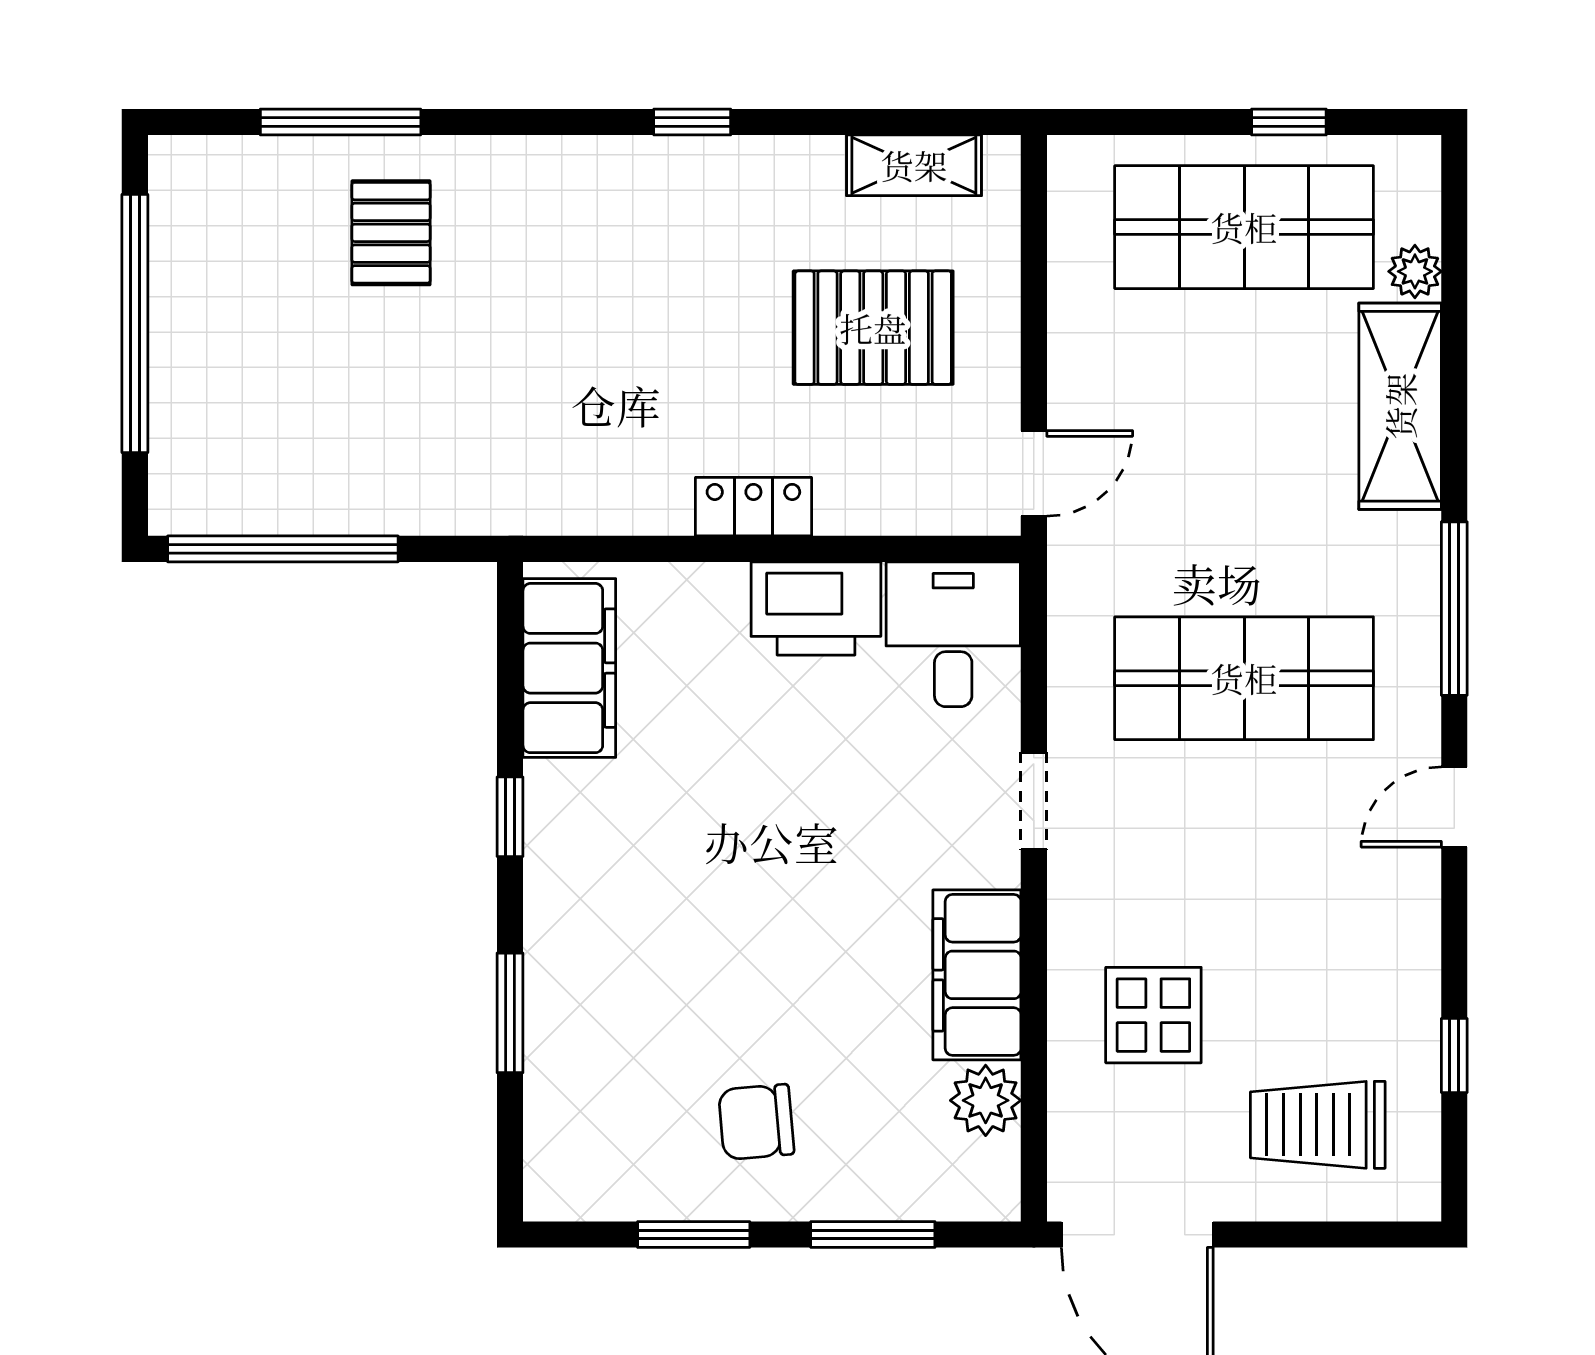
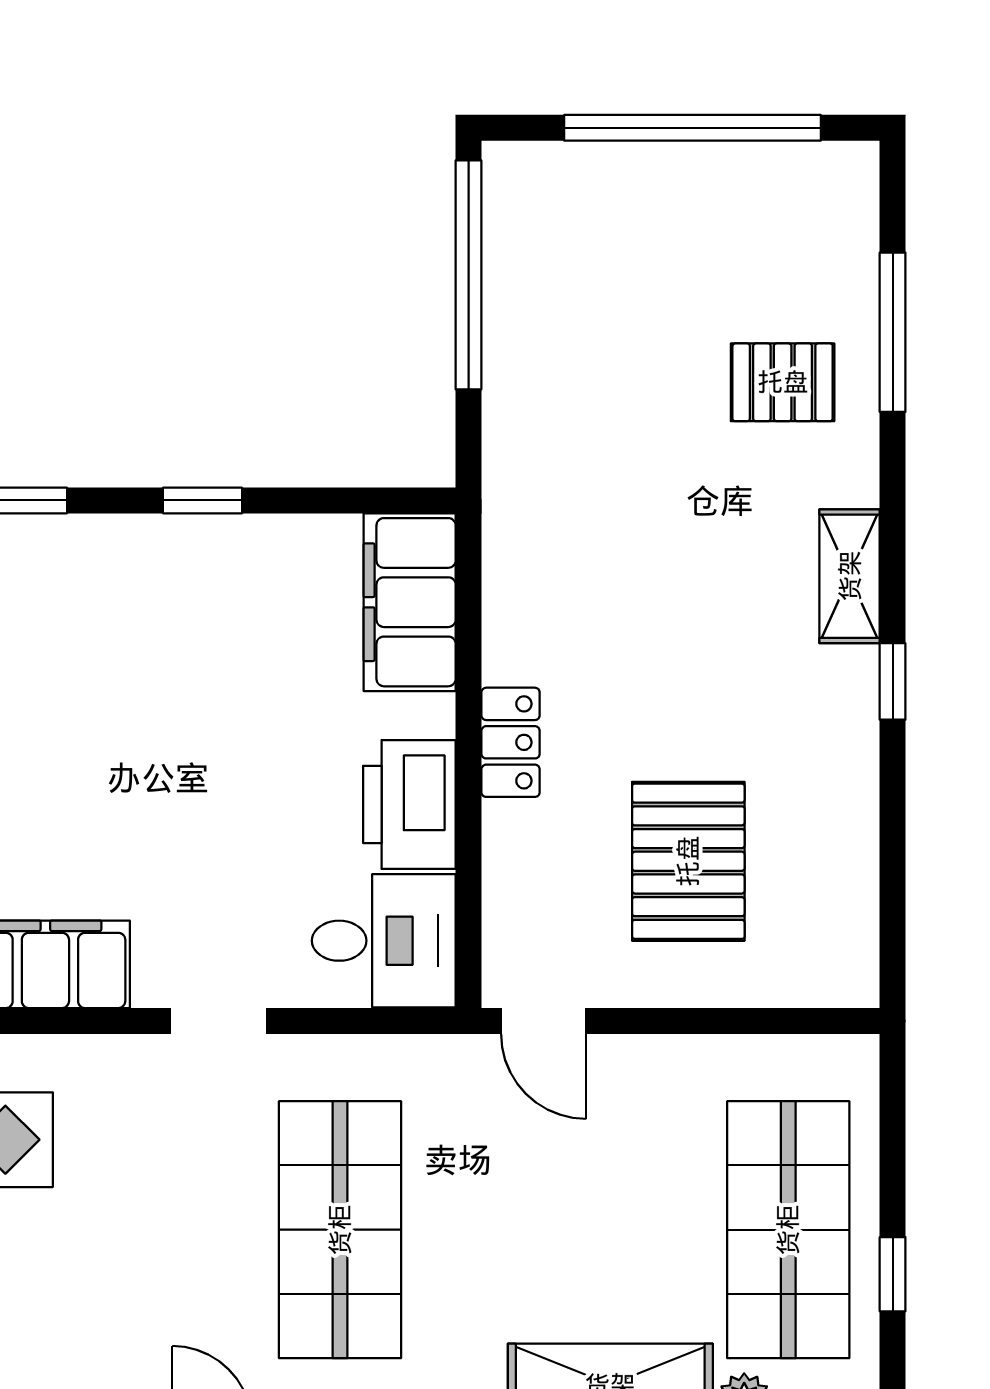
shelving: (914, 165) -> (850, 576), moved
filing cabinet: (569, 668) -> (410, 602), moved, turned 90

